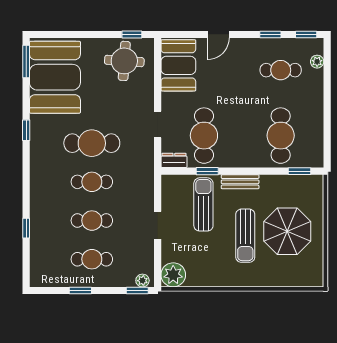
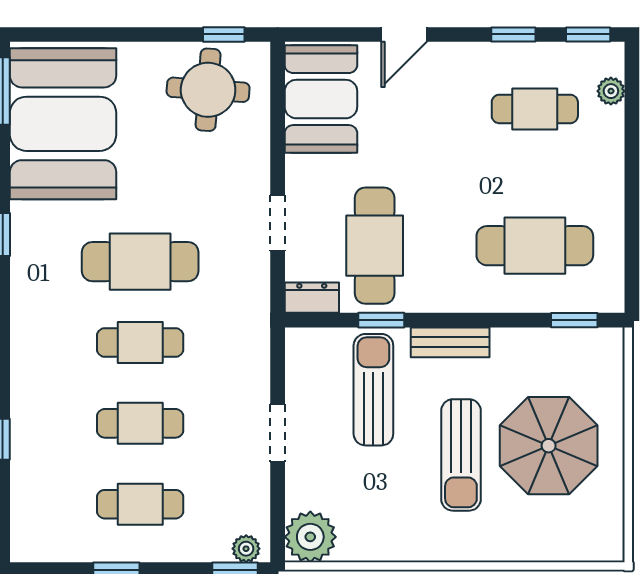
cafe table: (281, 136) -> (535, 246), turned 90

